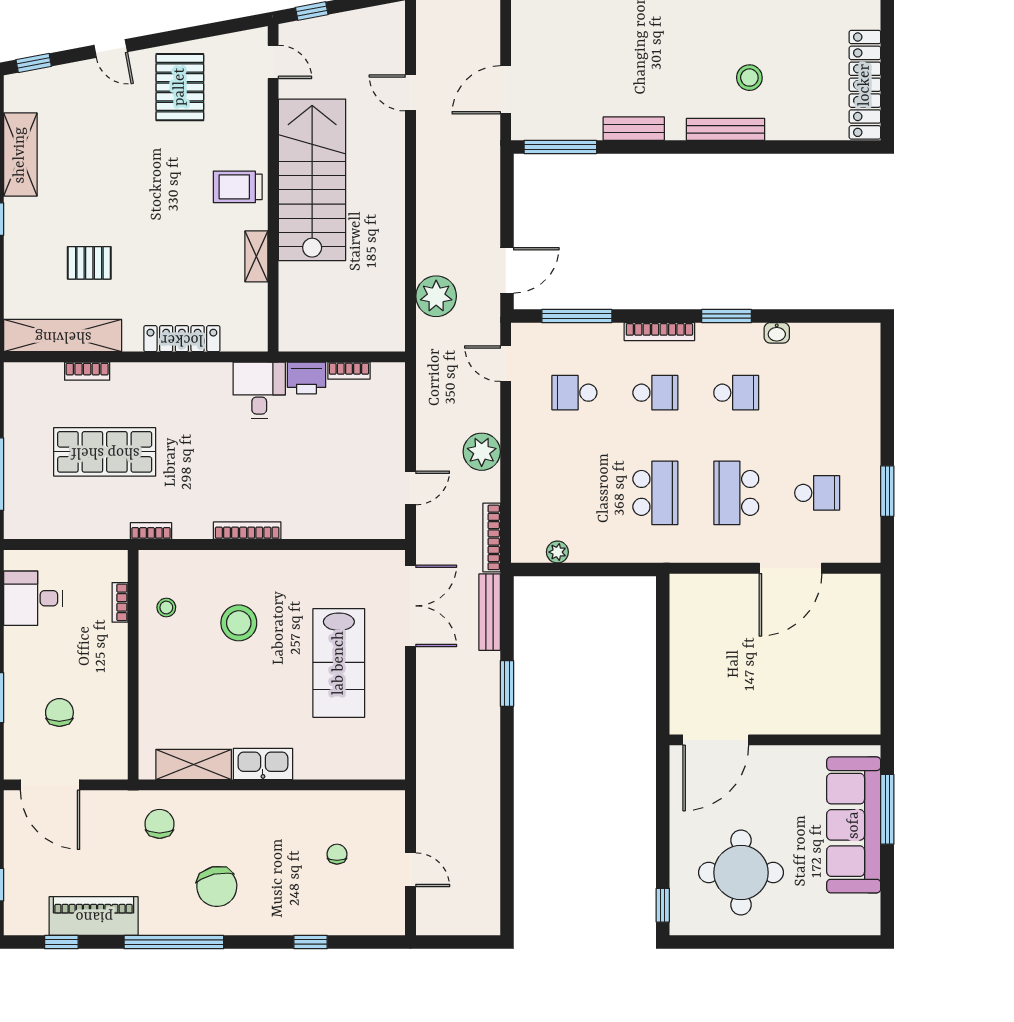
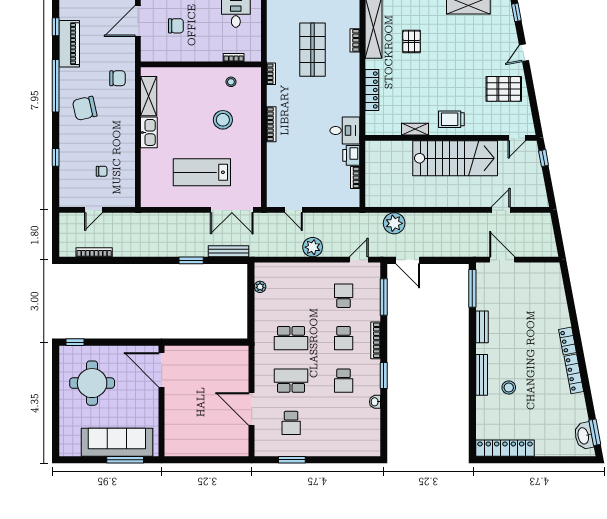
trolley: (238, 187) -> (451, 119), turned -90
bookcase: (492, 537) -> (94, 252), moved

